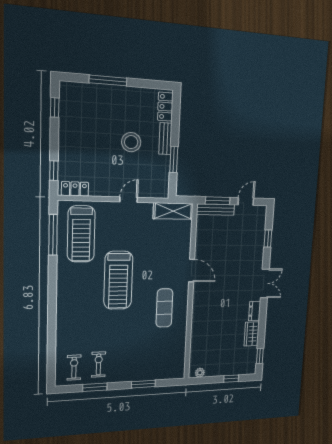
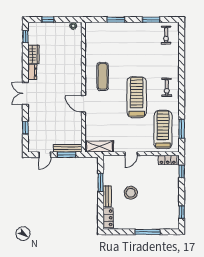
window: (53, 235) -> (182, 129), width x0.69
exercise bike: (99, 364) -> (167, 87), moved

